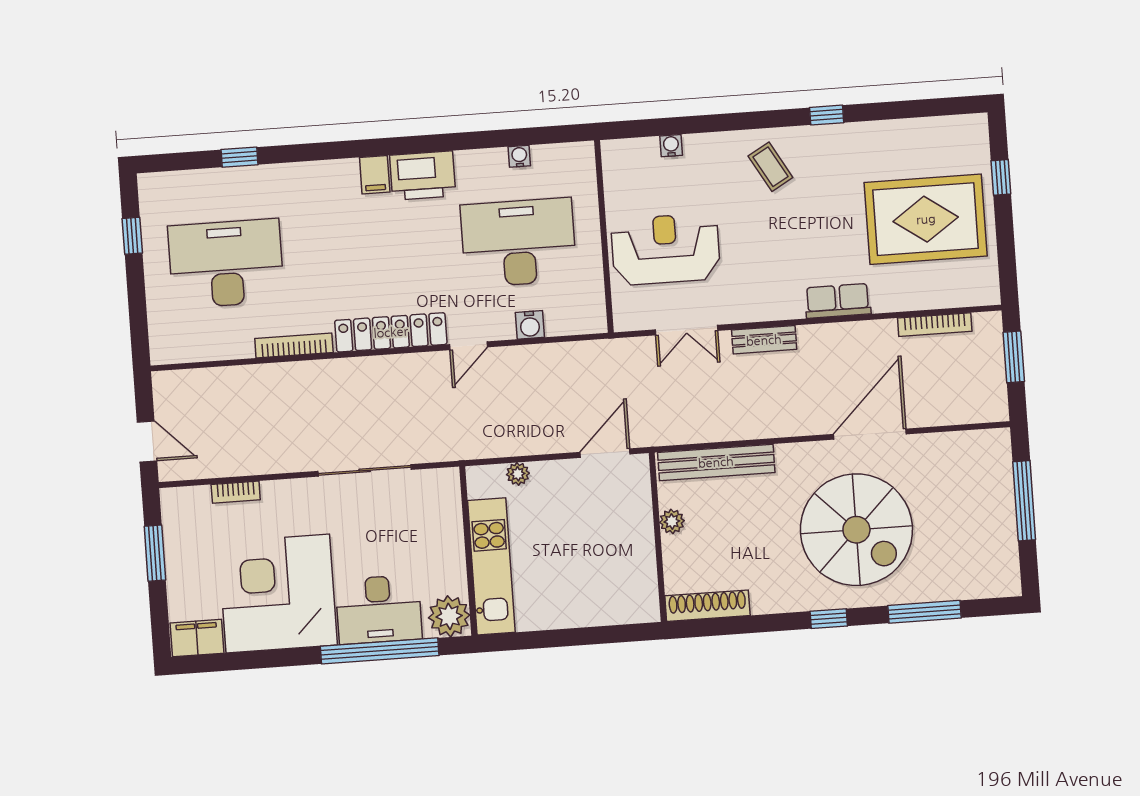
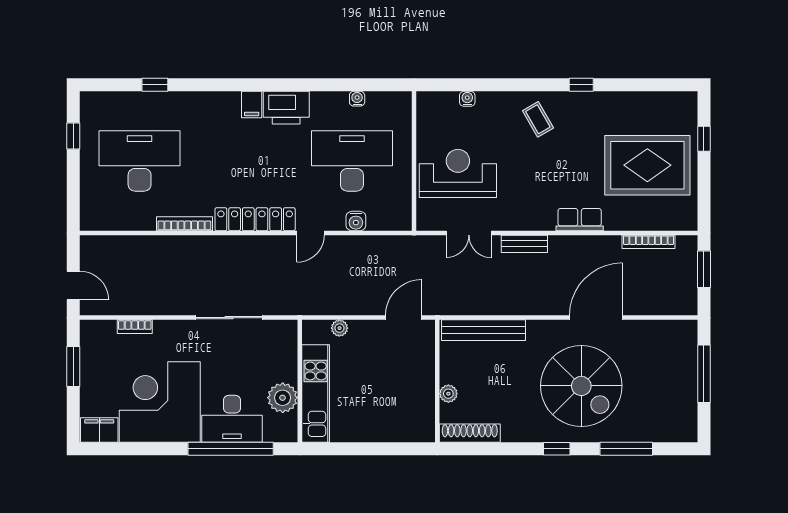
plant: (672, 521) -> (448, 394), moved
plant: (449, 616) -> (283, 398), moved

